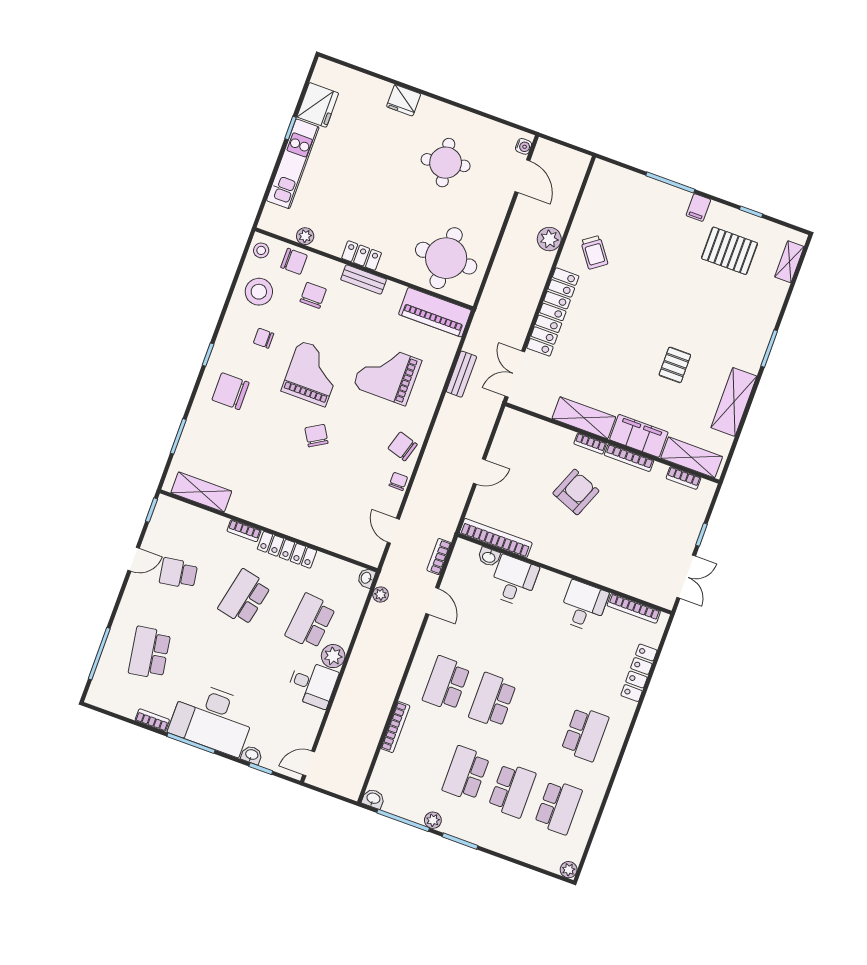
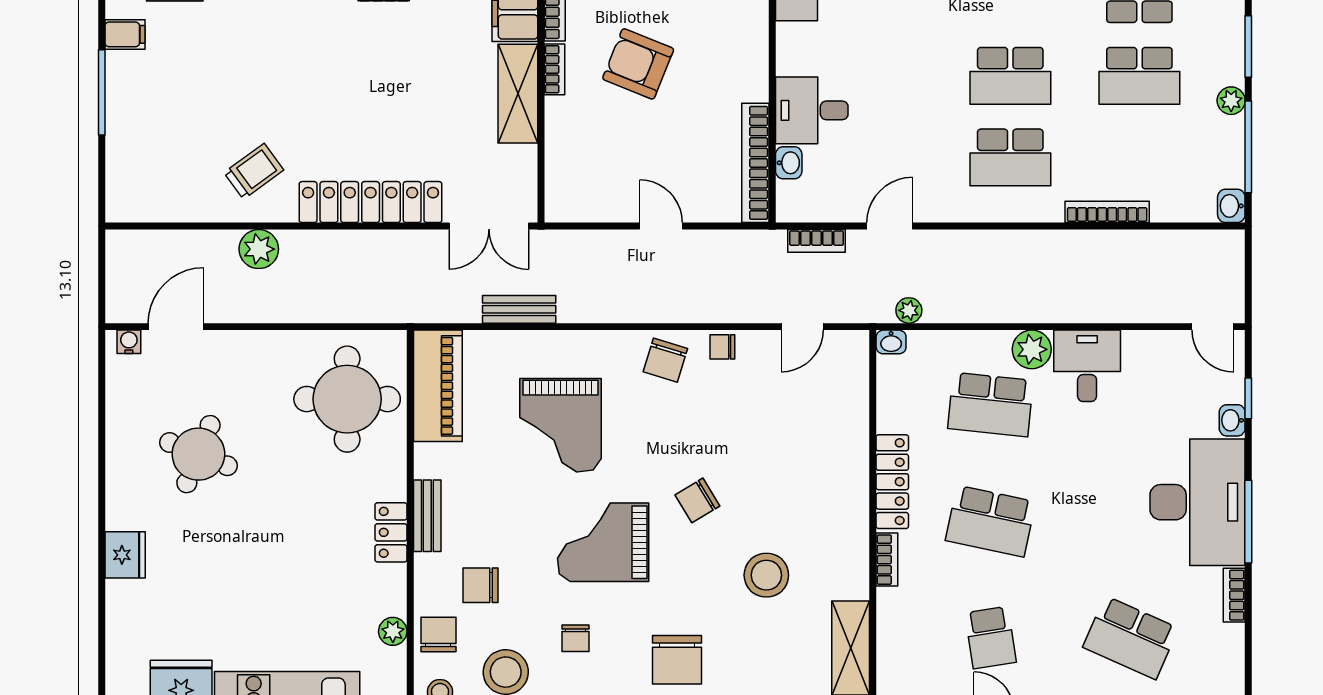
round table: (446, 163) -> (198, 454), turned 32
stool: (260, 459) -> (766, 575), added
school desk: (150, 653) -> (1131, 638), turned 33

